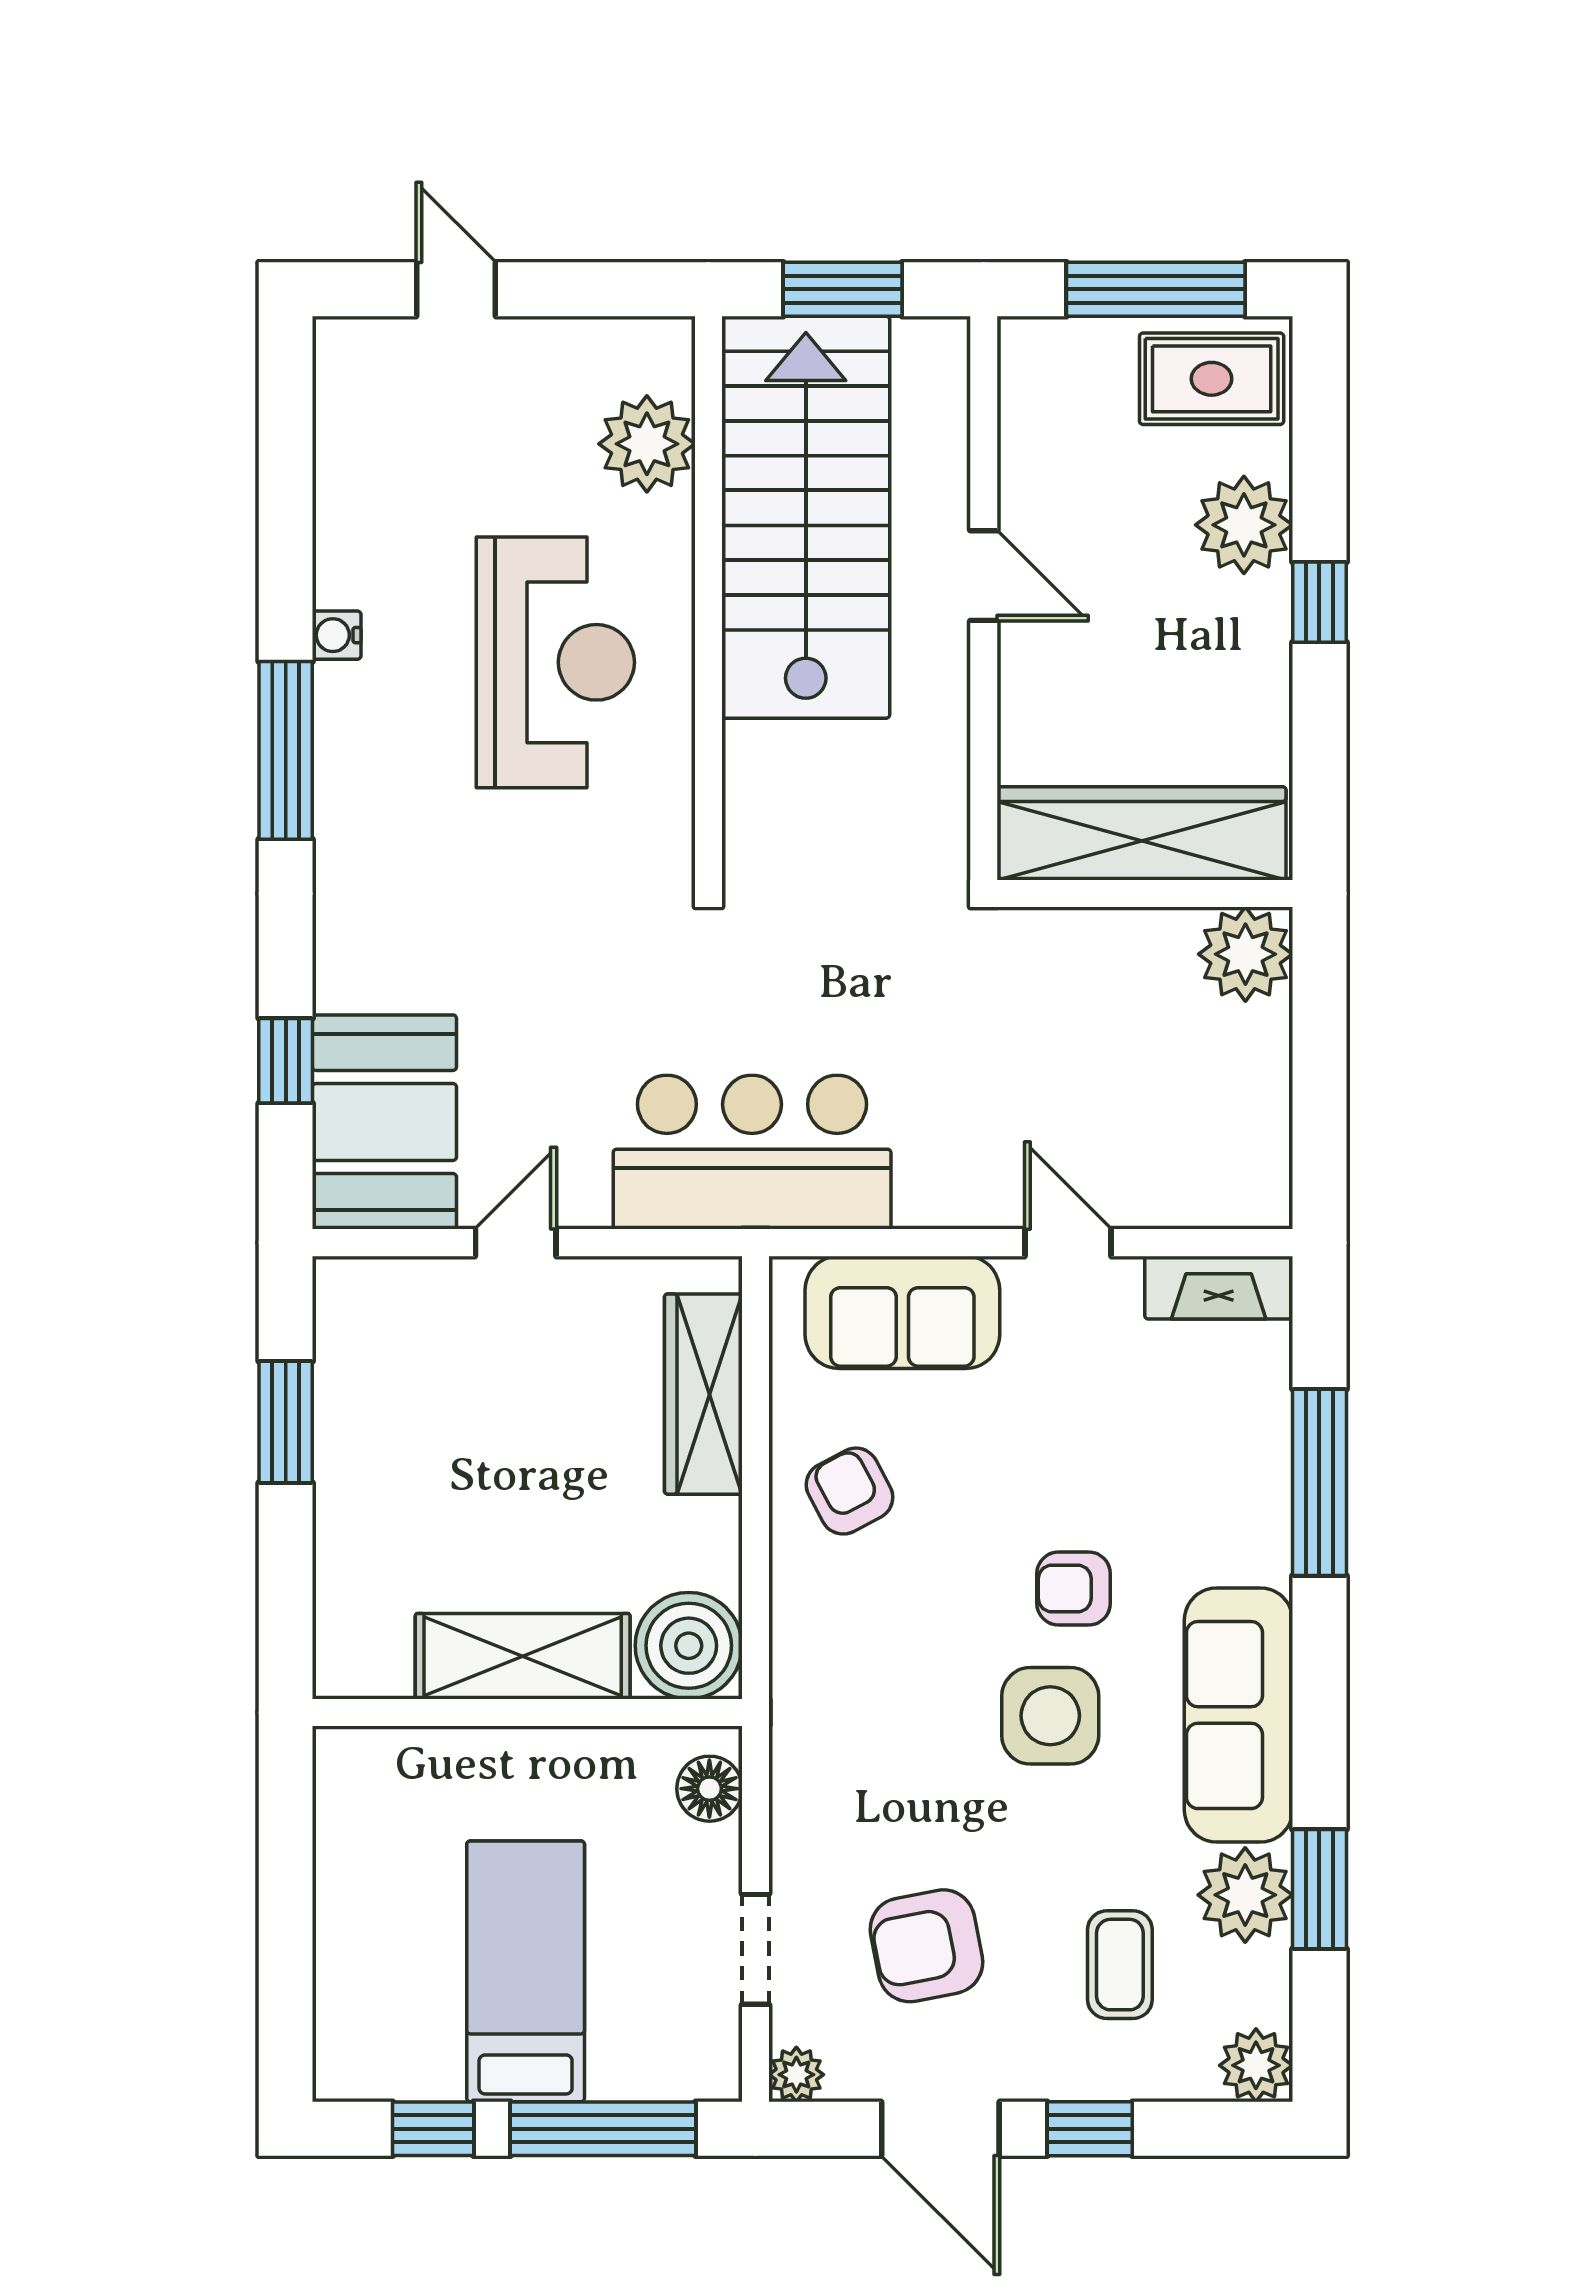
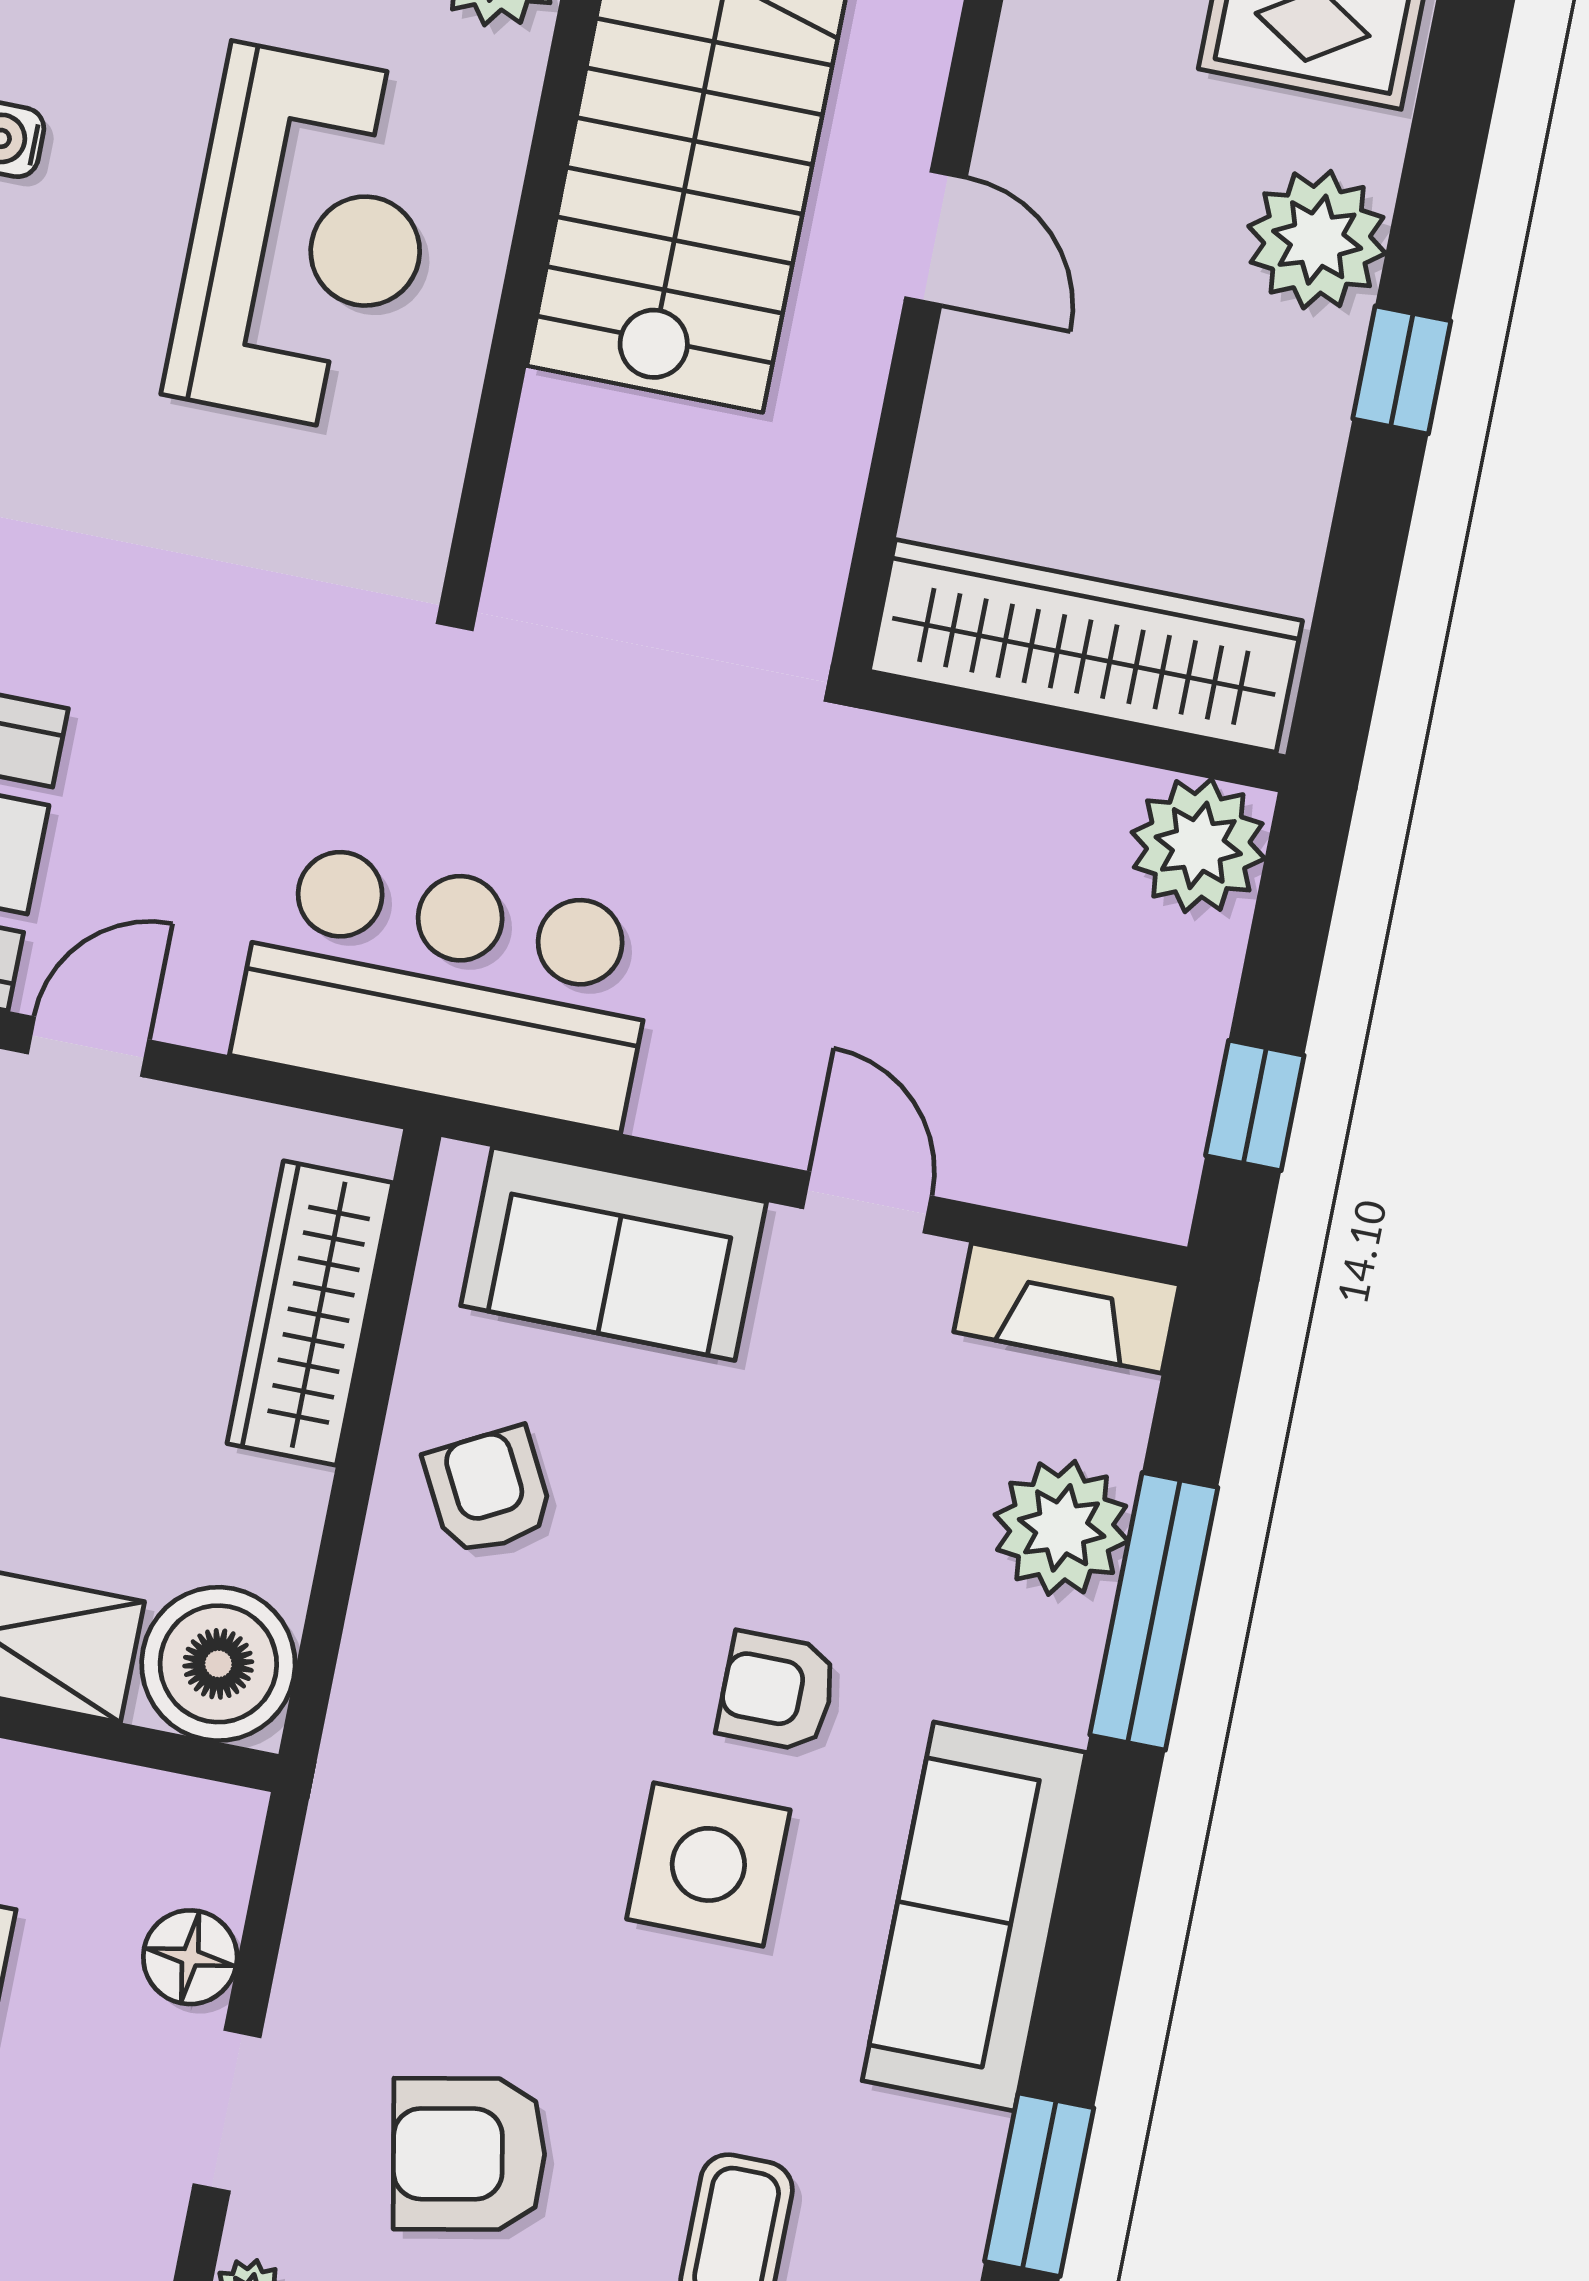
window: (1319, 1124) -> (1255, 1105), added
floor lamp: (709, 1789) -> (190, 1957), moved
plant: (1245, 1895) -> (1062, 1528), moved

